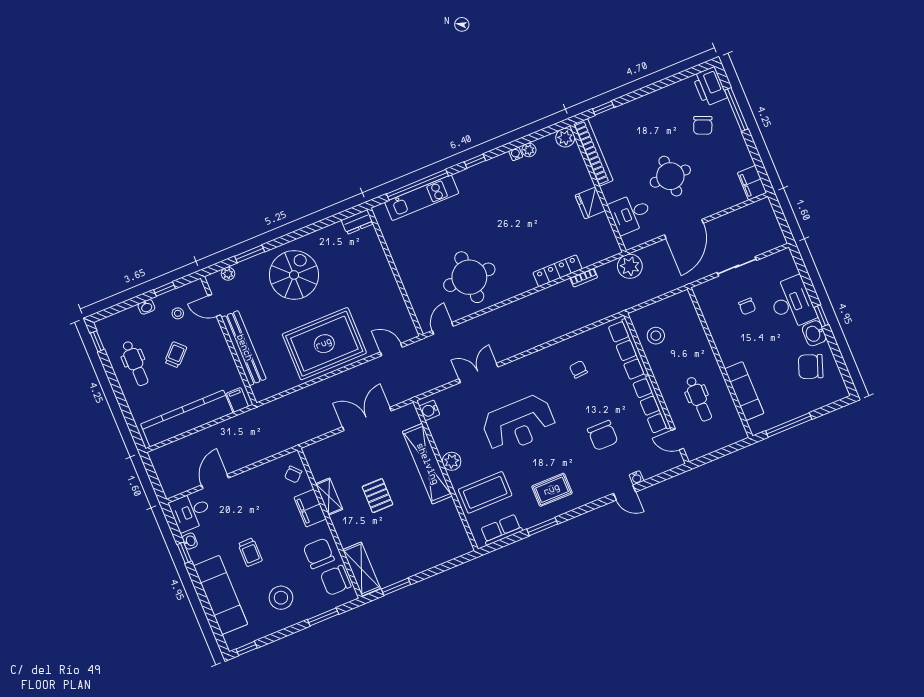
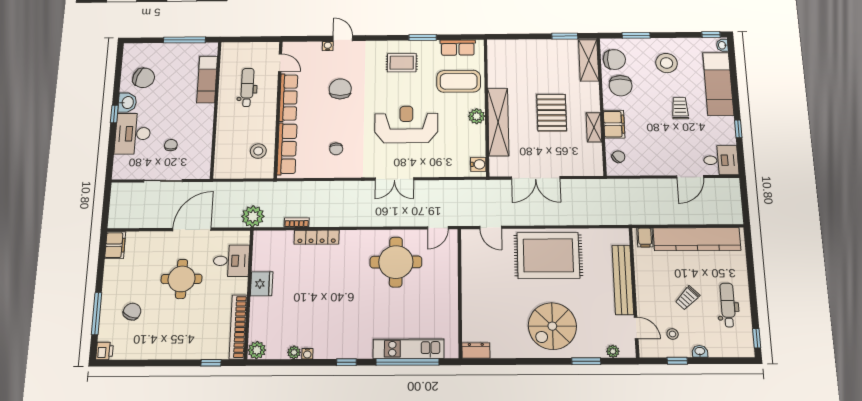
printer: (710, 87) -> (105, 351), width x0.53, depth x0.68
double door: (478, 373) -> (394, 179), moved
pallet: (377, 496) -> (552, 113), width x1.50, depth x1.42
washbasin: (190, 541) -> (722, 45), moved

